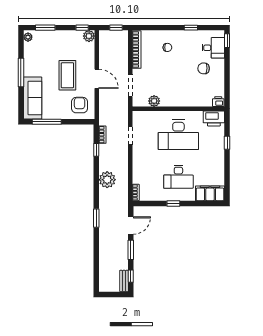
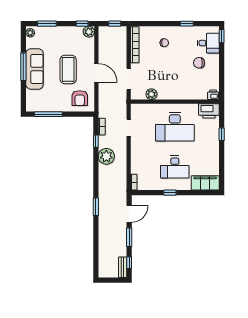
sofa: (33, 98) -> (35, 69), moved
armchair: (80, 105) -> (80, 98), turned 180
plant: (107, 180) -> (106, 156), moved

